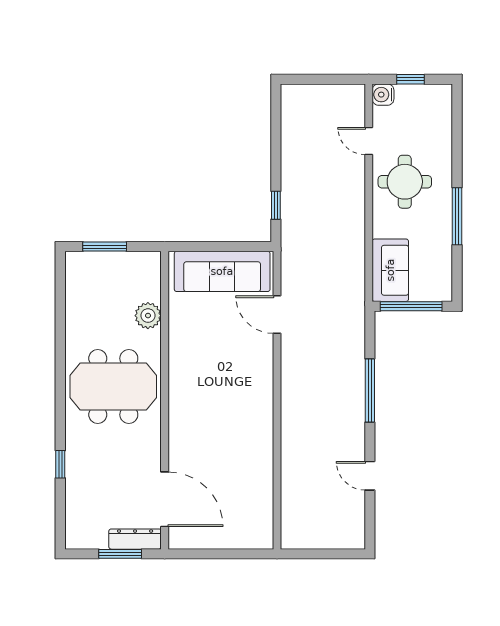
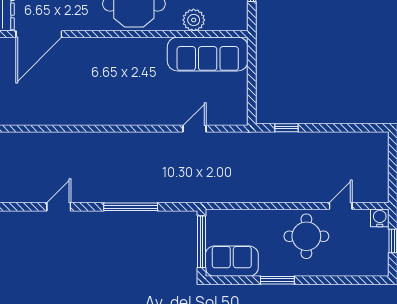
window: (457, 216) -> (277, 280), width x0.69
sofa: (390, 270) -> (232, 261), moved, turned 180
sofa: (222, 271) -> (208, 54), moved, turned -90
door: (277, 315) -> (194, 129), width x0.73

